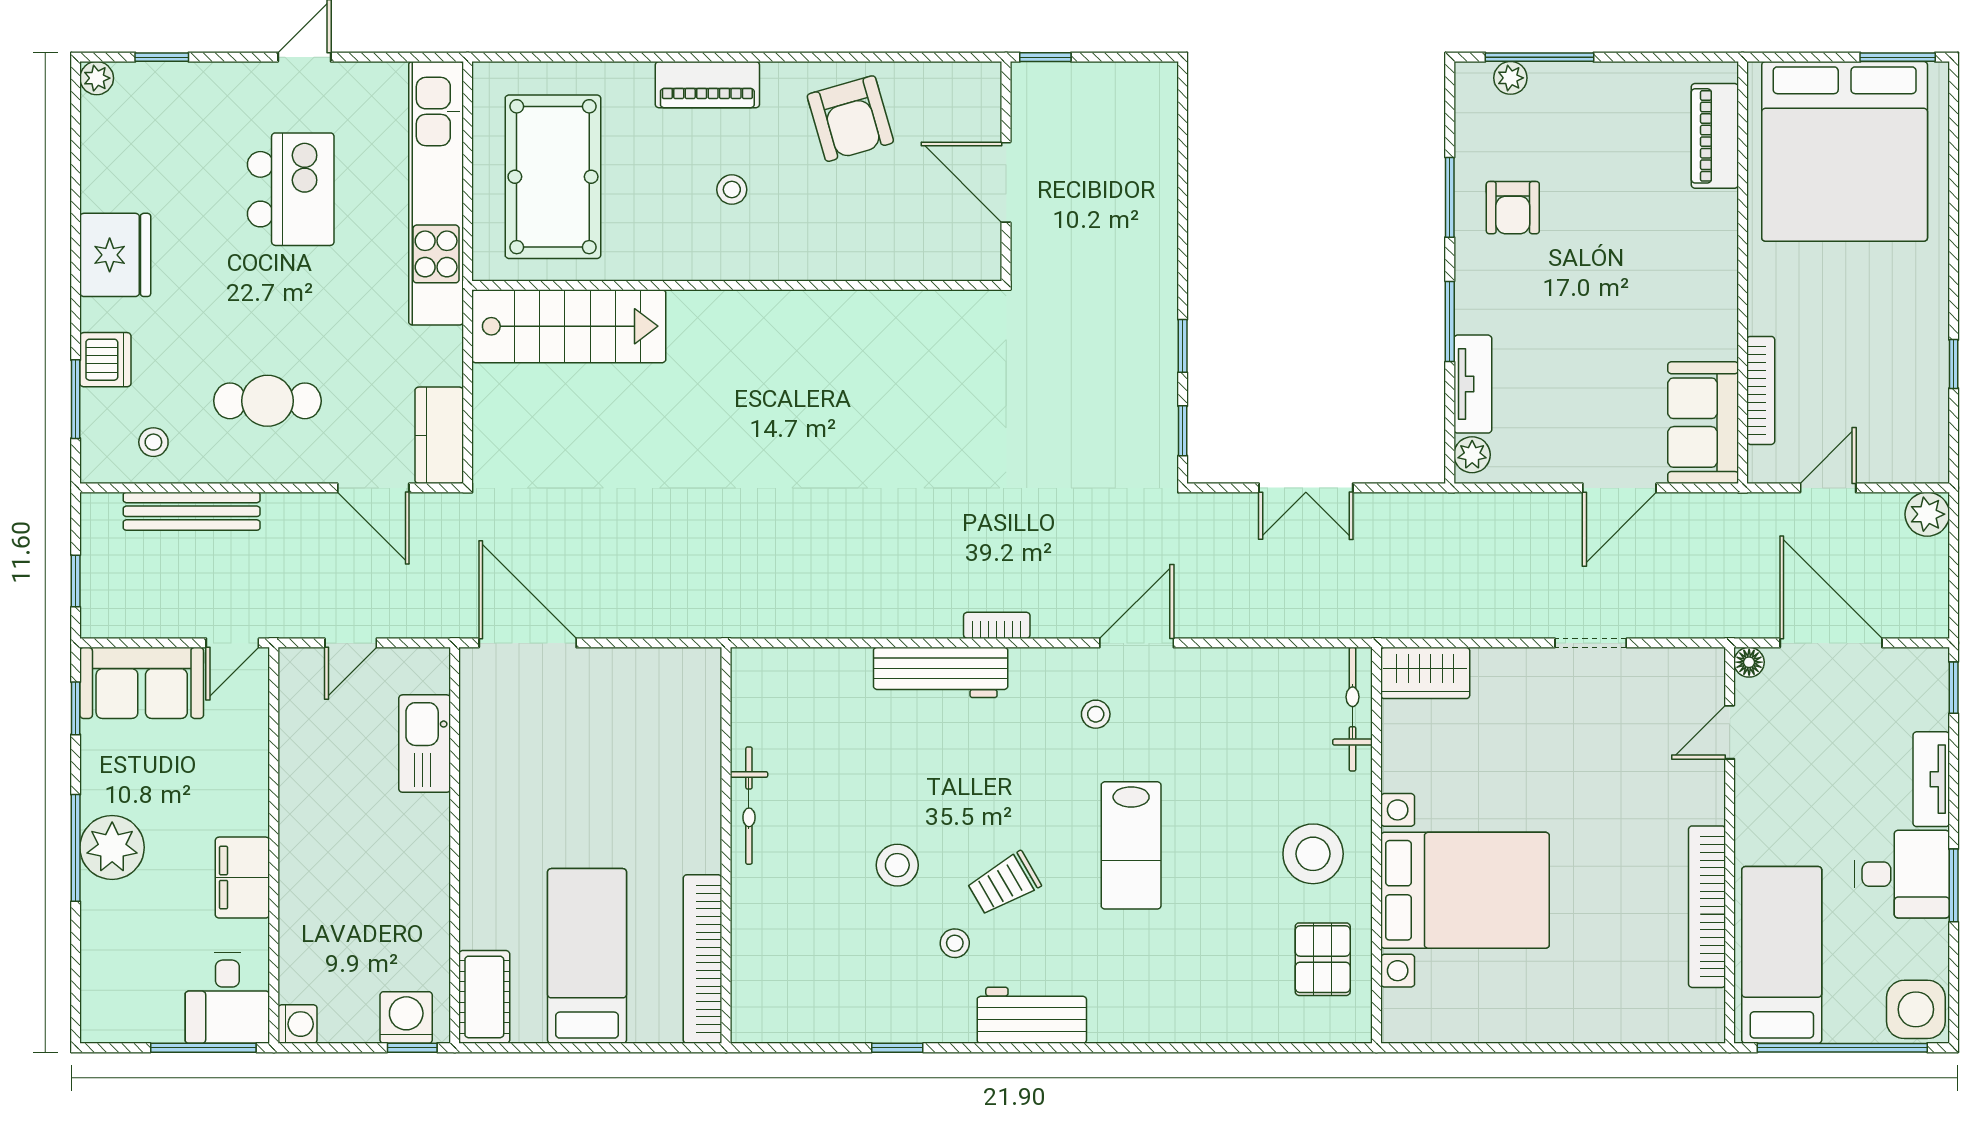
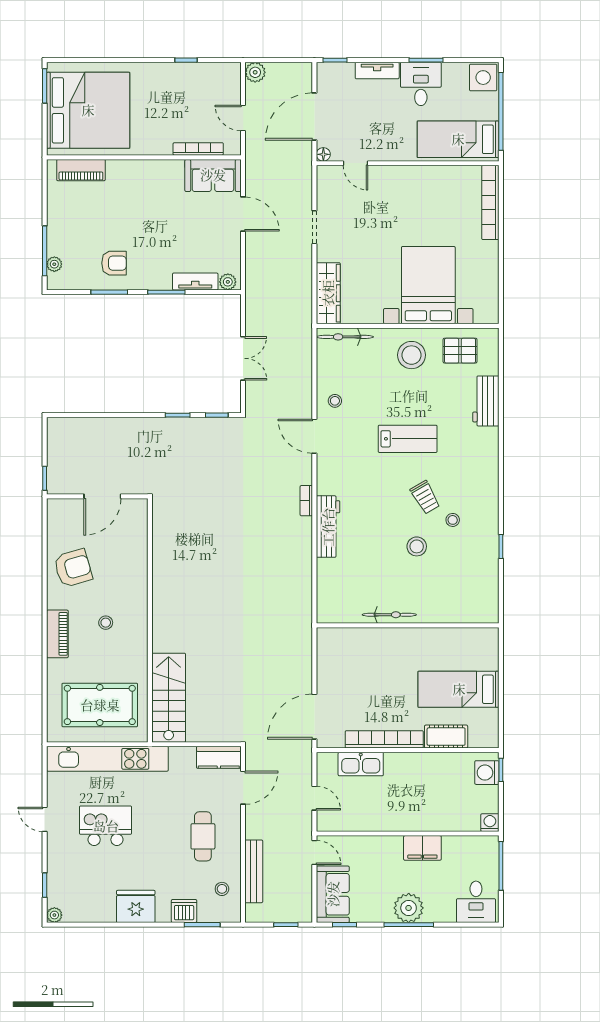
wardrobe: (1425, 673) -> (328, 293), width x1.50
stool: (1096, 714) -> (335, 401), moved
bookcase: (1707, 907) -> (490, 202), moved, turned 90
bookcase: (703, 959) -> (384, 739), moved, turned 180
cot: (484, 997) -> (446, 737), moved
desk: (227, 998) -> (476, 902), moved, turned 90
workbench: (1032, 1015) -> (486, 401), moved

